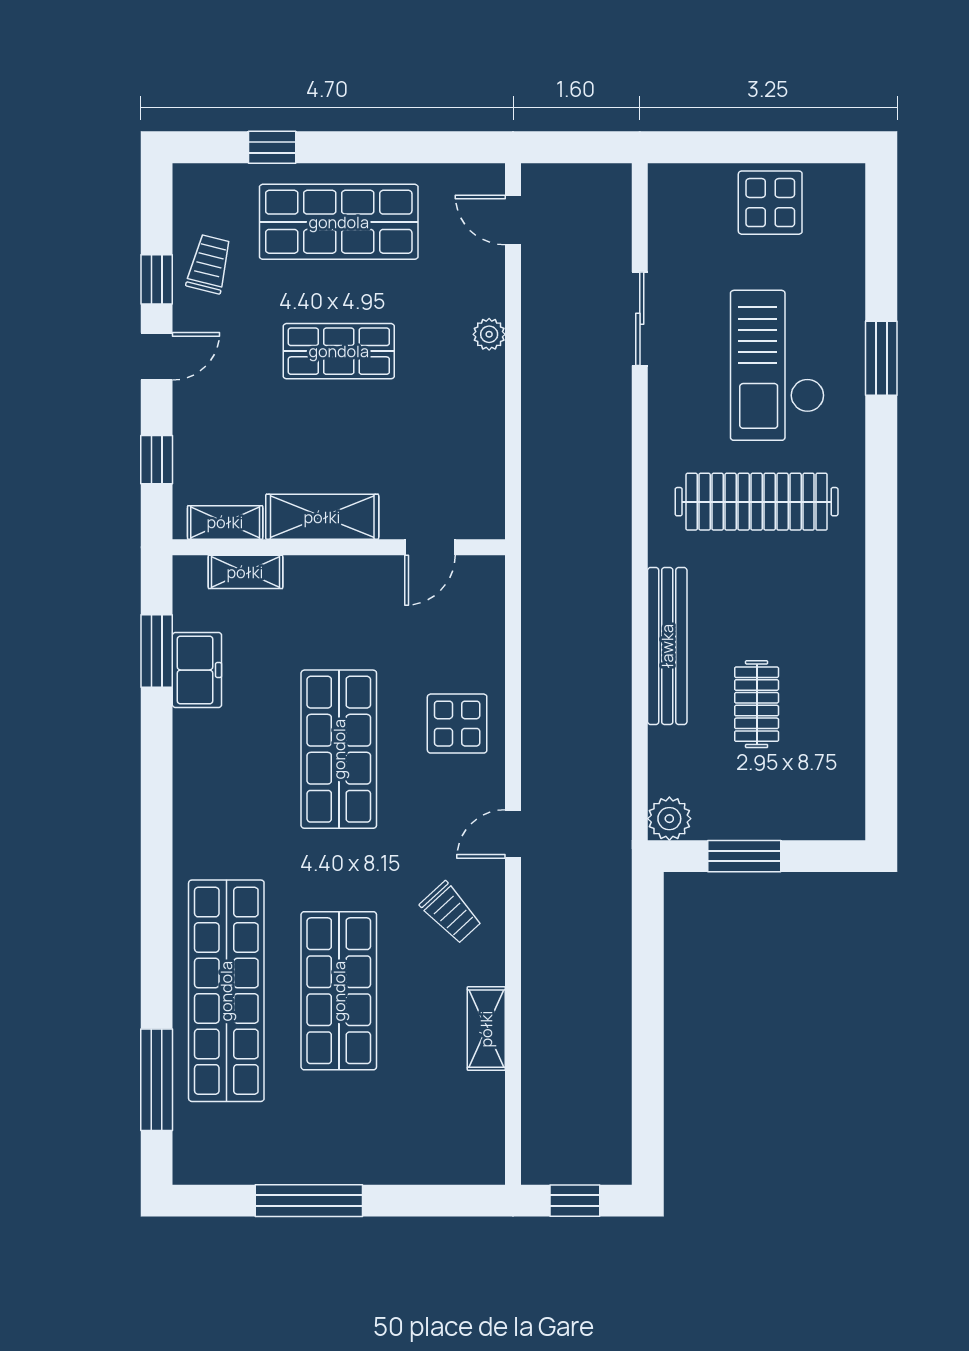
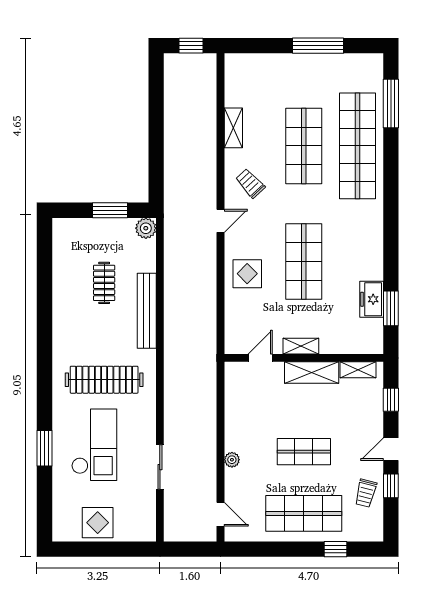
shelving: (245, 572) -> (301, 346), moved

